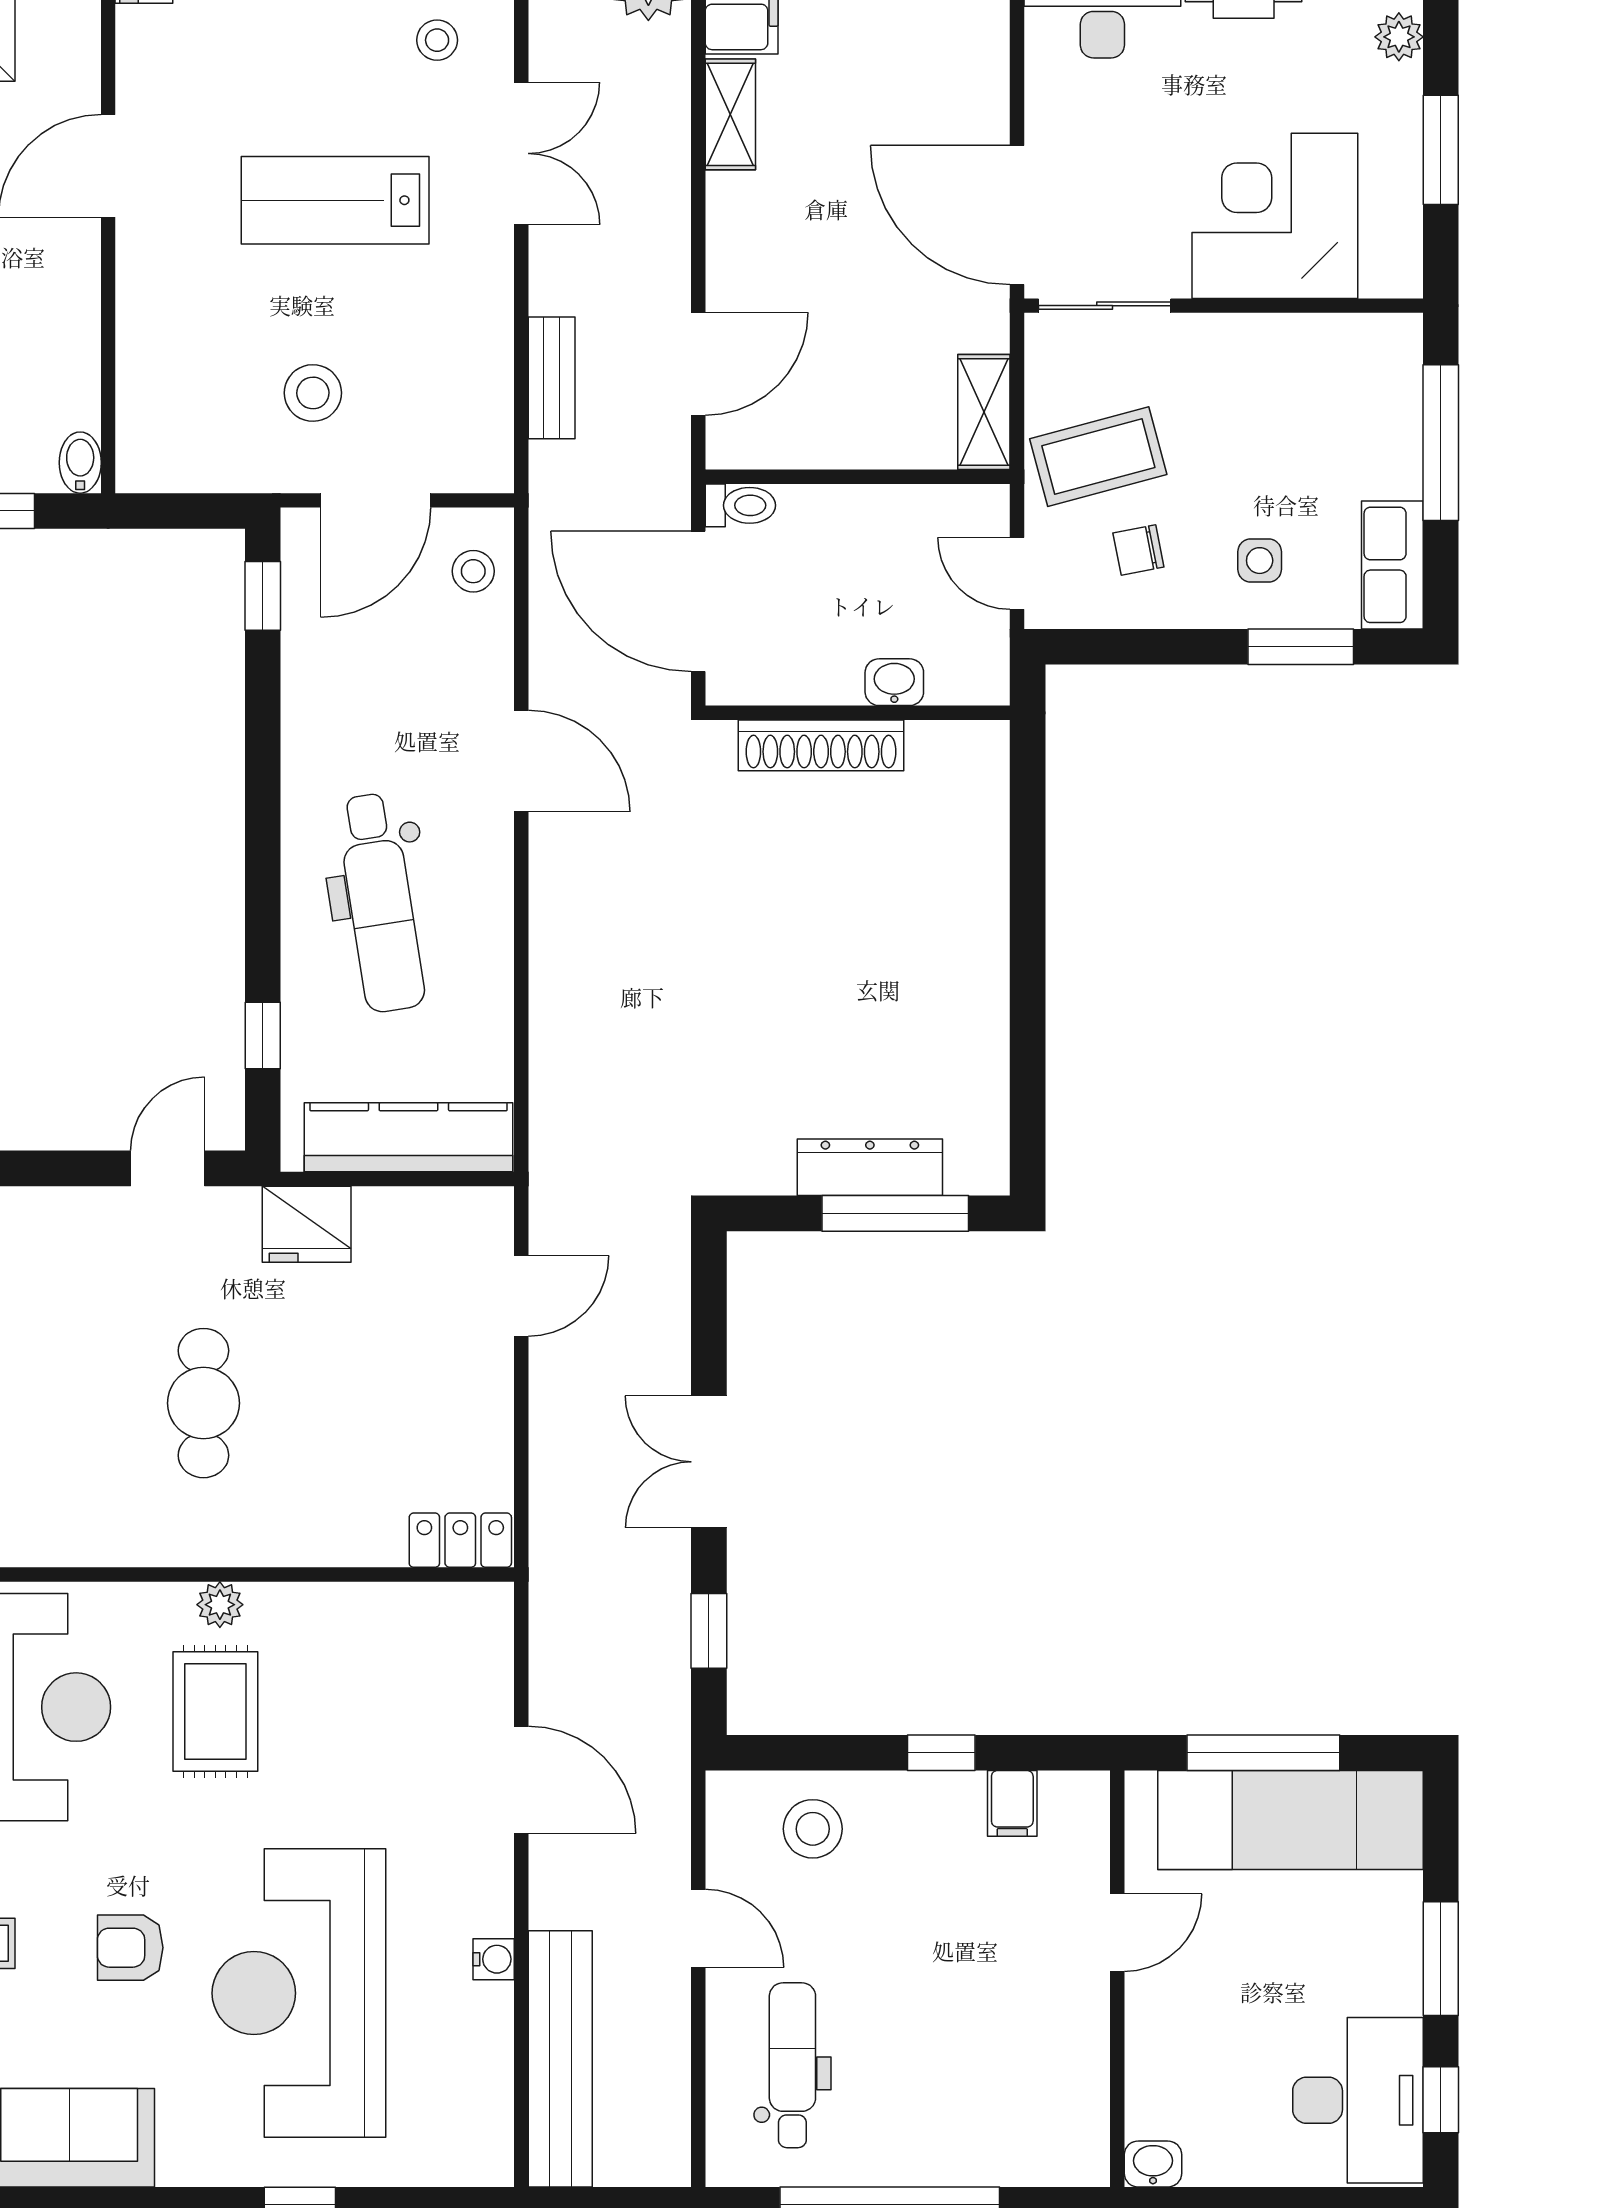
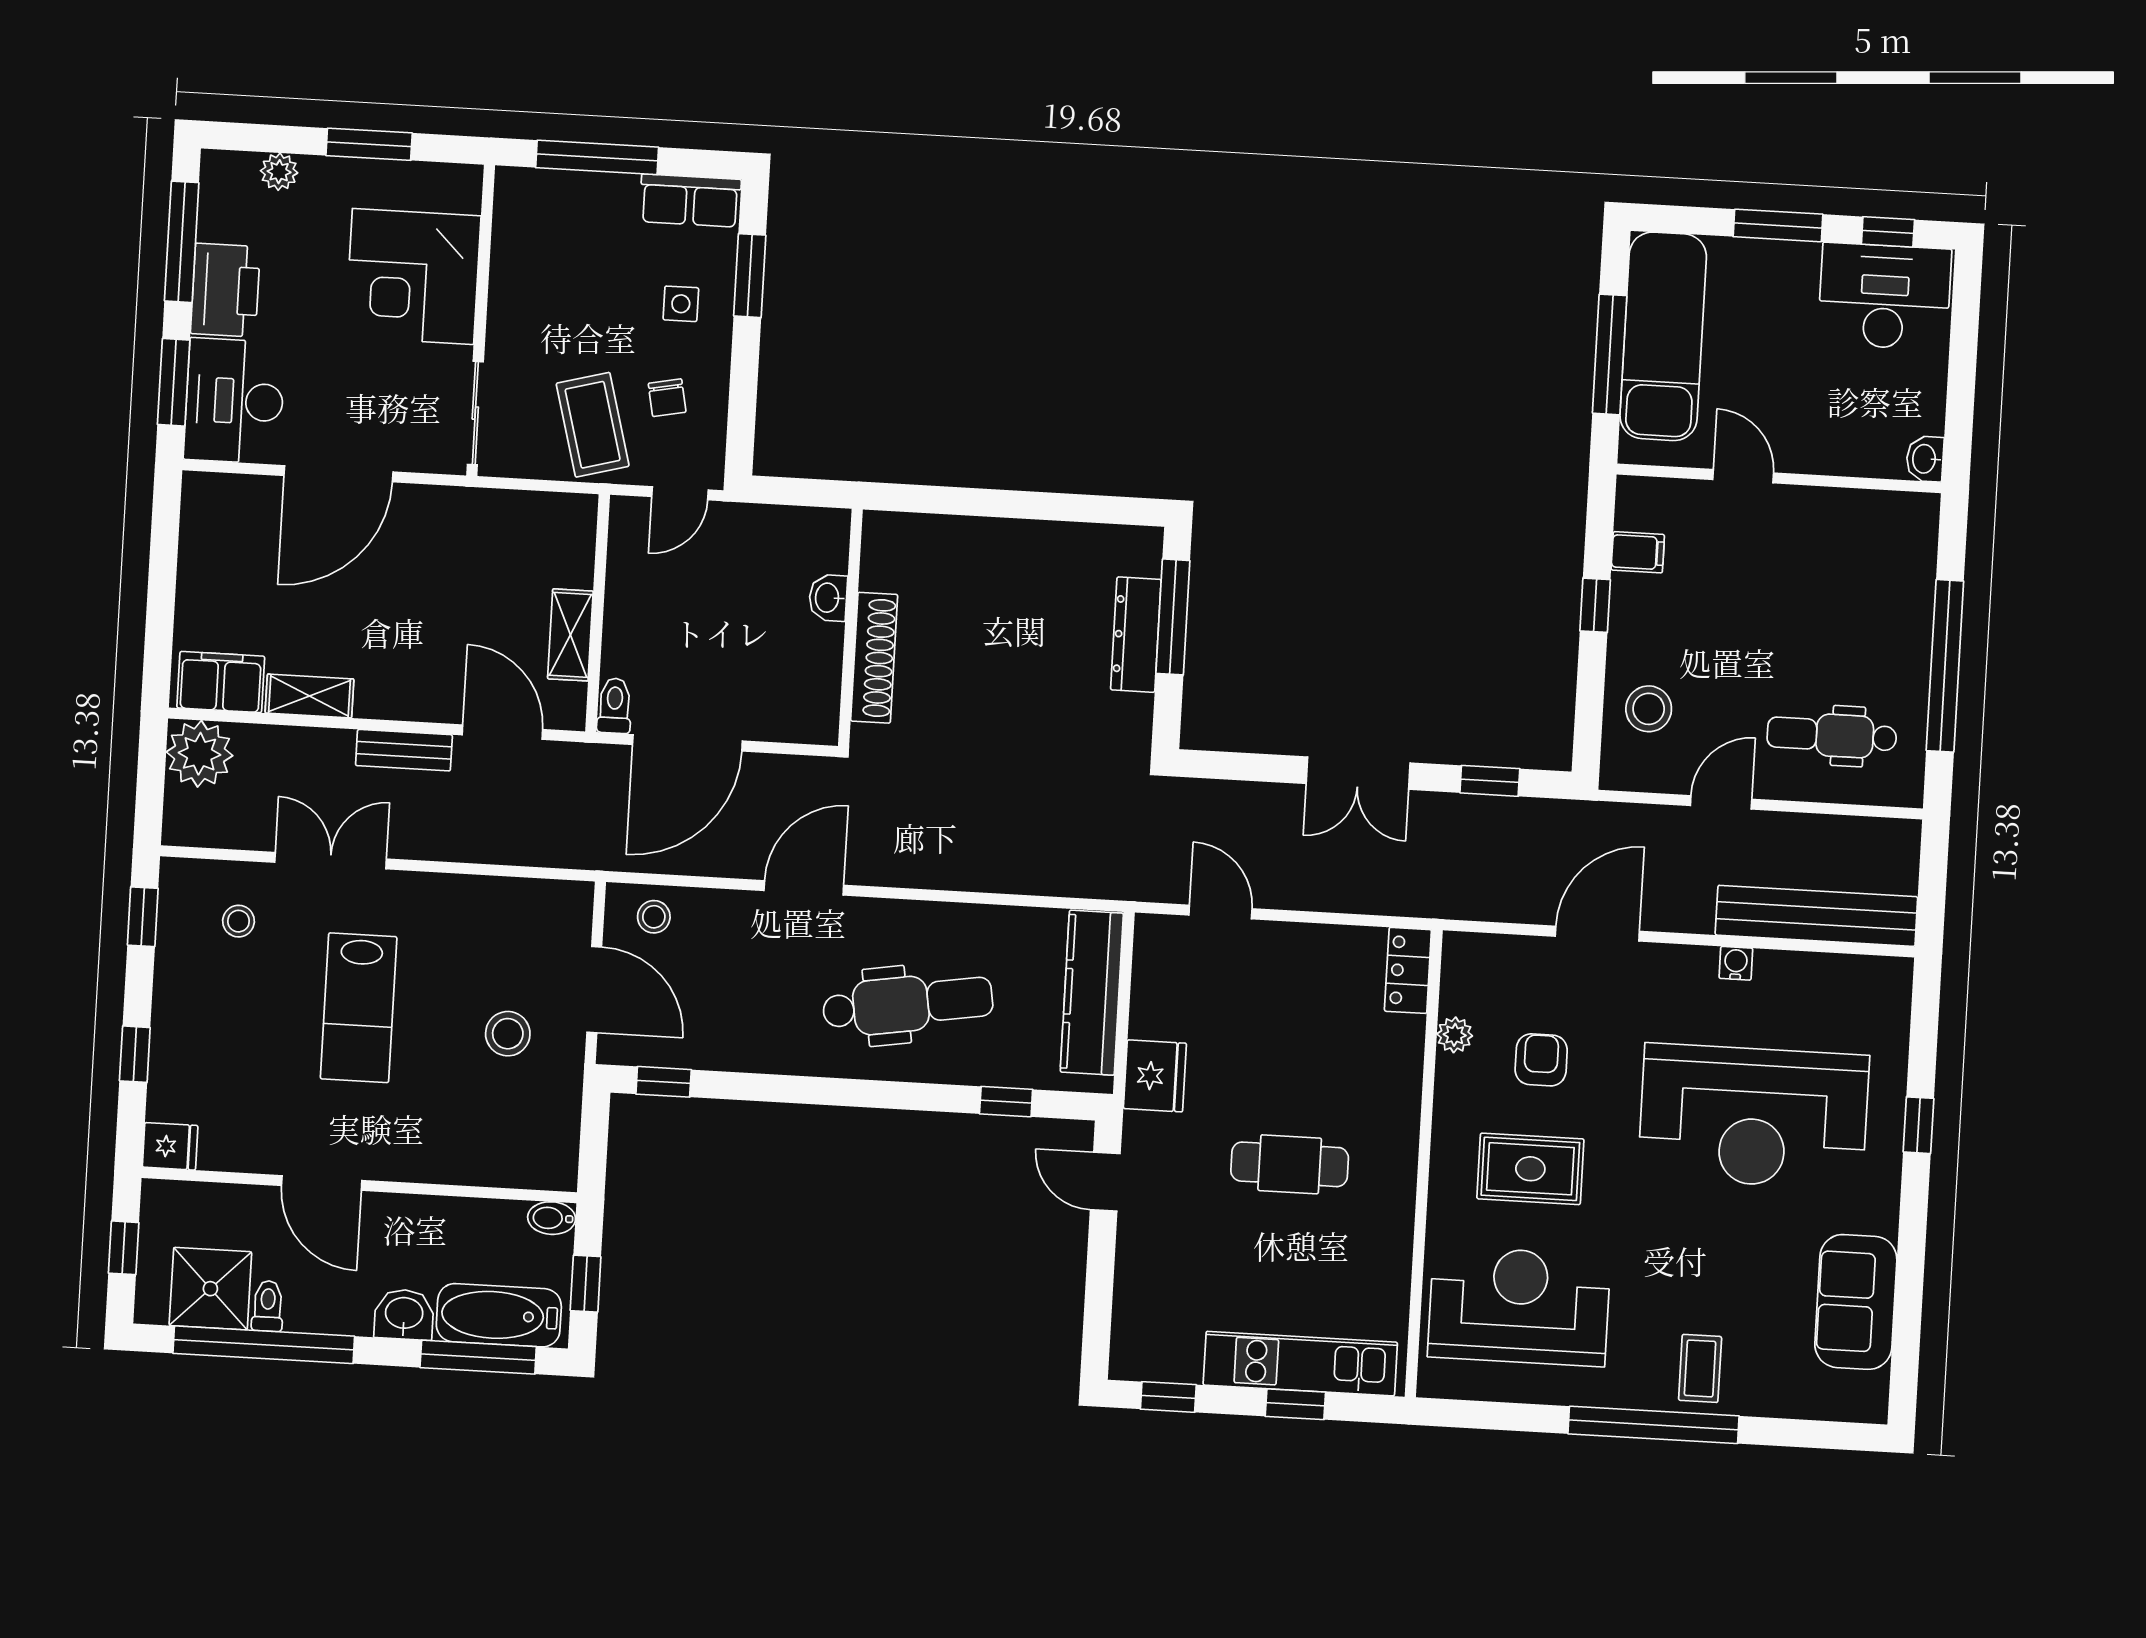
door: (1017, 215) -> (339, 474), moved
bench: (552, 378) -> (404, 750), moved
shelving: (984, 412) -> (570, 635), moved, turned 90
washbasin: (894, 682) -> (828, 598), moved
wall: (858, 713) -> (850, 628), moved
shoe rack: (821, 745) -> (874, 658), moved
plant: (220, 1605) -> (1455, 1035), moved
armchair: (130, 1948) -> (1541, 1060), moved, turned 180

